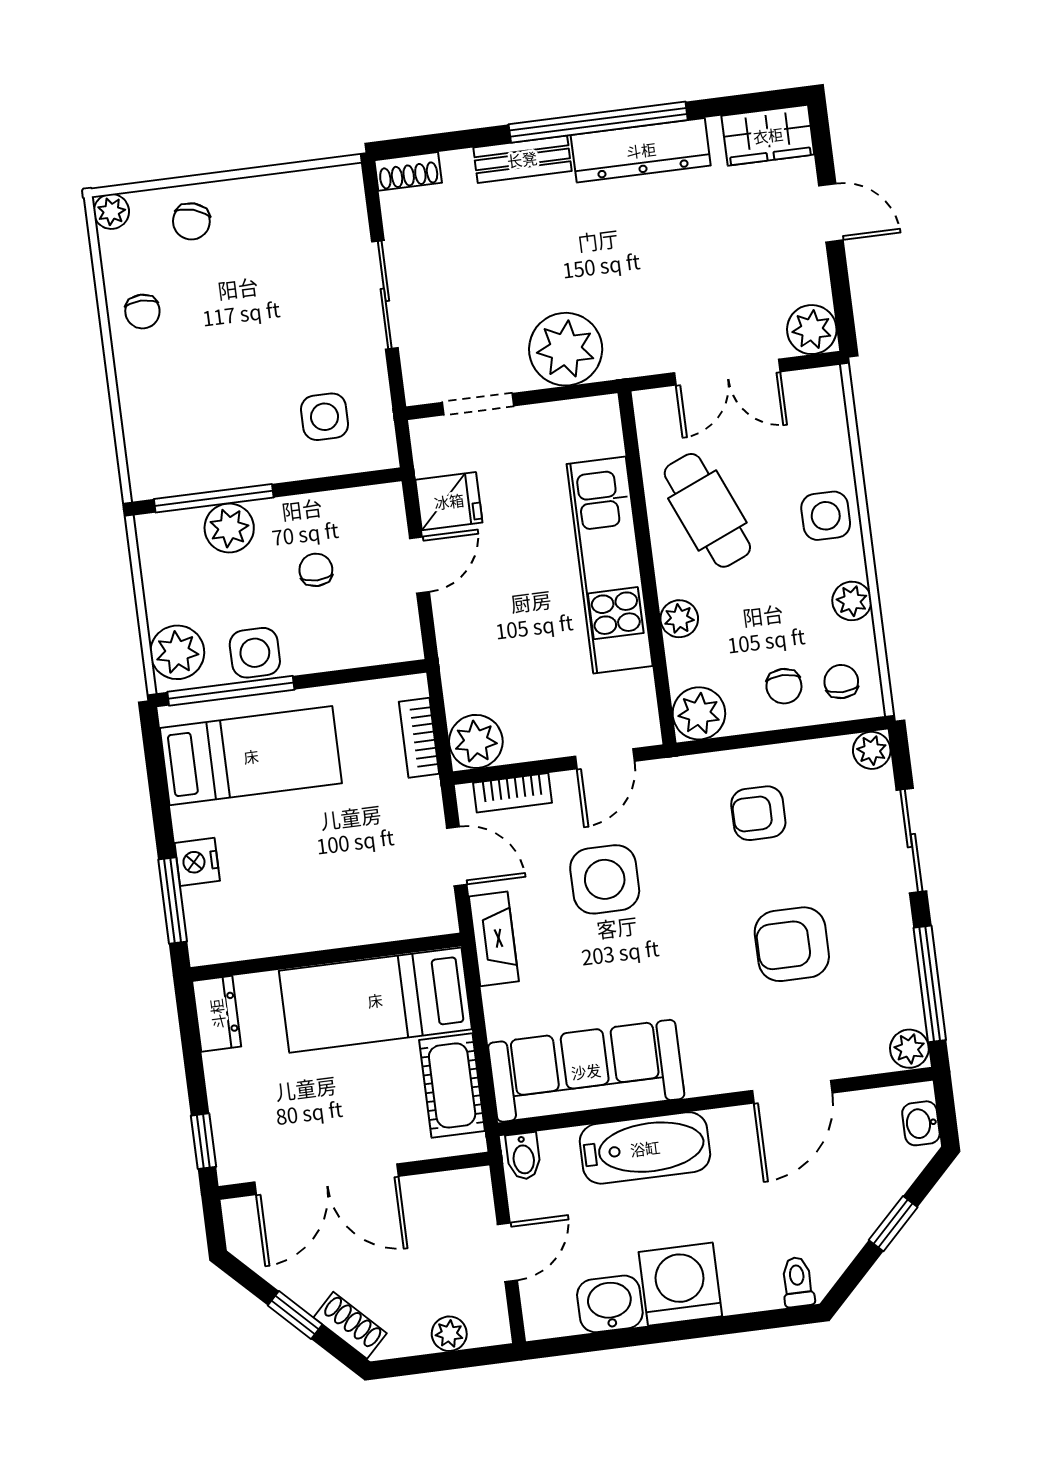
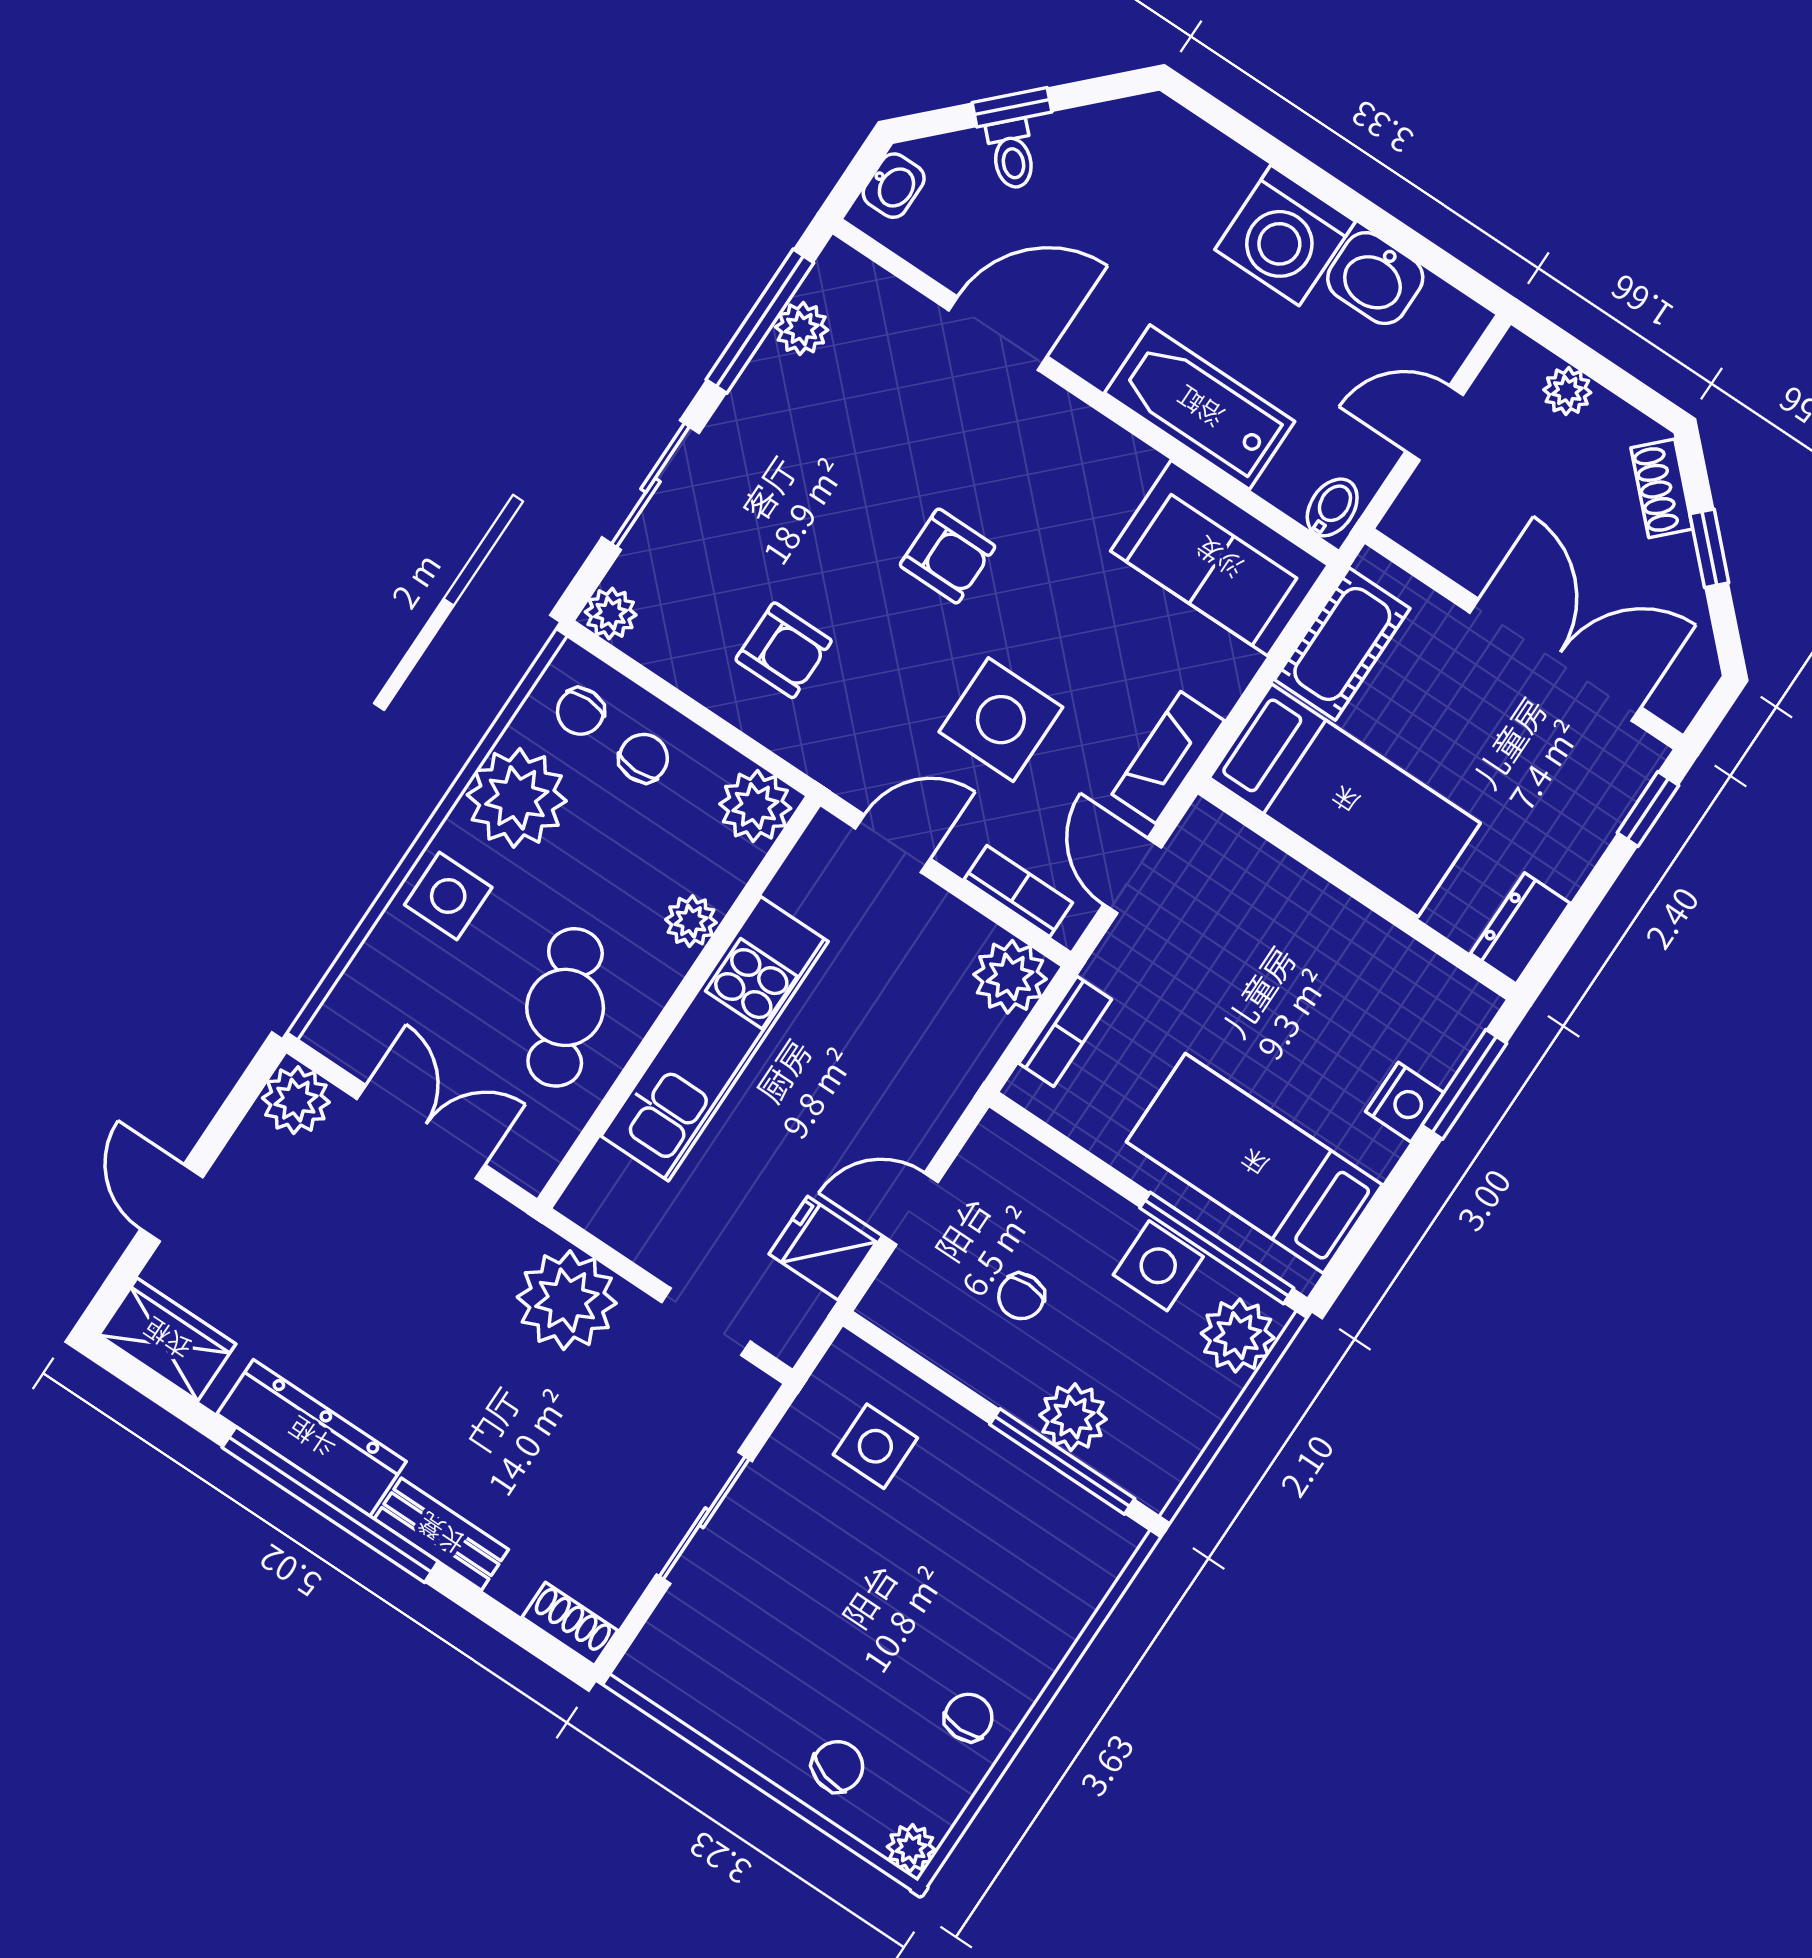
plant: (852, 601) -> (517, 798), width x1.87, depth x1.87
armchair: (792, 944) -> (948, 556), moved, width x0.72, depth x0.72
plant: (909, 1049) -> (802, 328), moved
sofa: (586, 1071) -> (1219, 558), width x0.73
toilet: (798, 1282) -> (1012, 154), moved, turned -45

